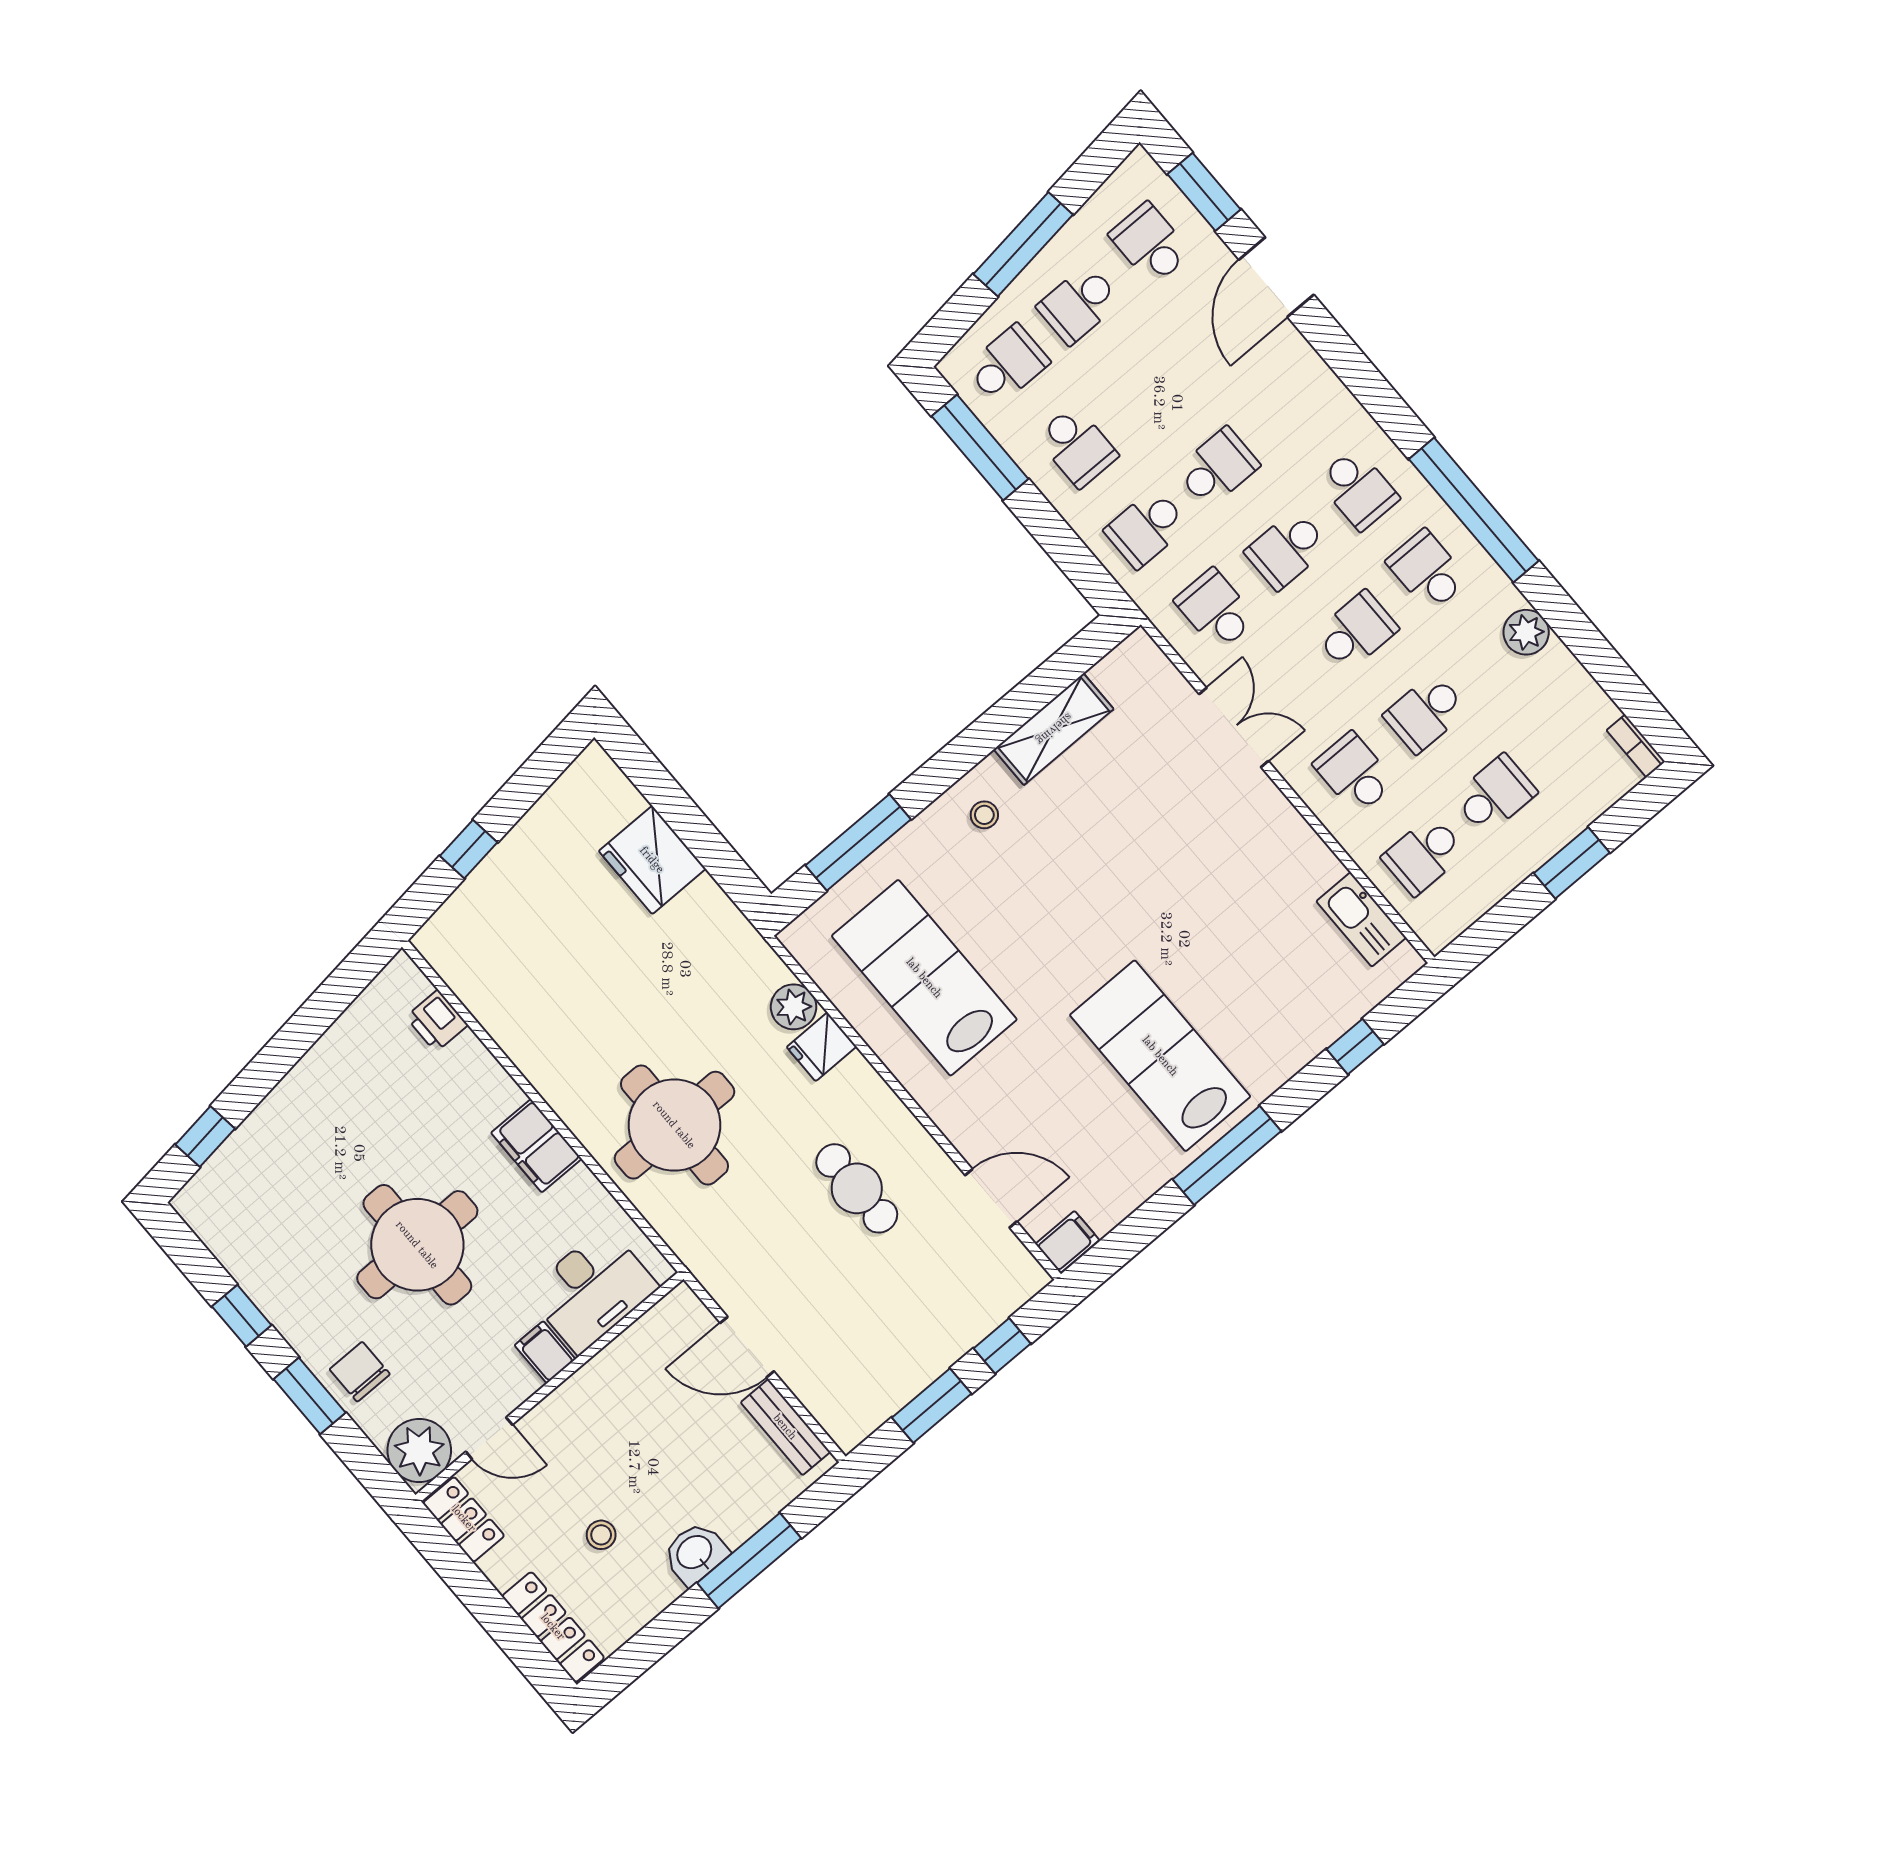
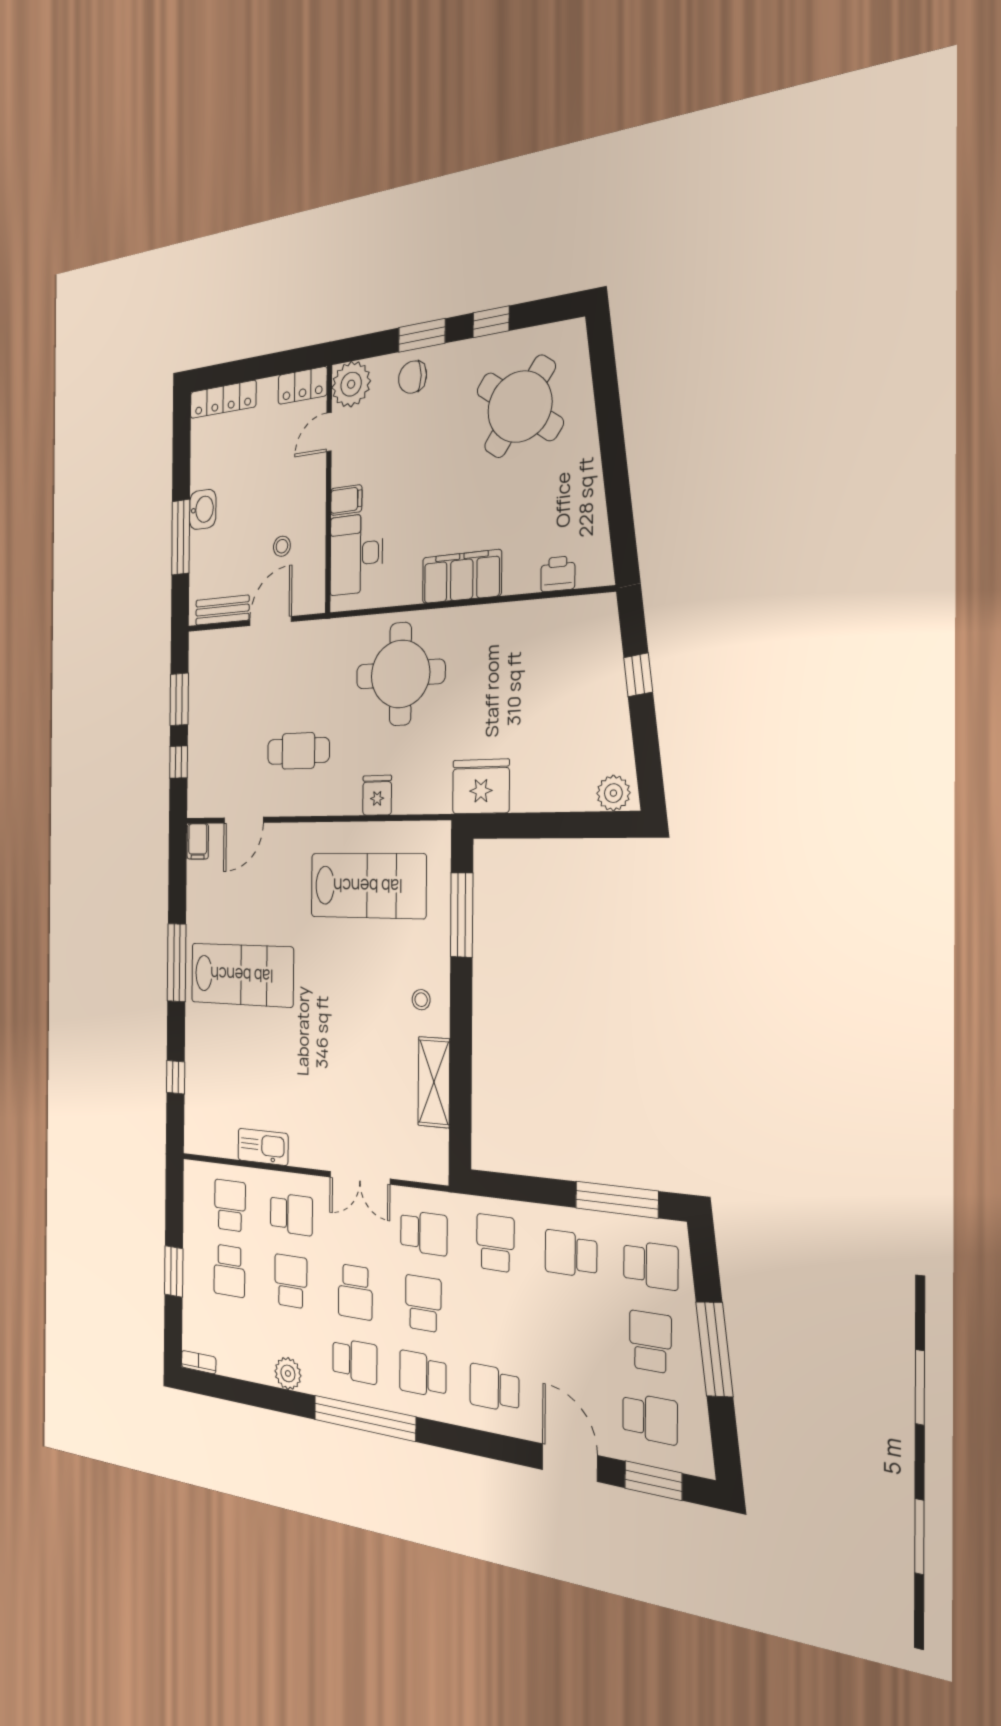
school desk: (1008, 365) -> (651, 1265), turned -90
school desk: (1218, 468) -> (494, 1388), moved, turned 90
fridge: (652, 860) -> (481, 786), moved
kitchen sink: (1361, 919) -> (263, 1147), moved
plant: (794, 1007) -> (613, 793), moved
window: (205, 1137) -> (604, 369), removed
filing cabinet: (536, 1146) -> (462, 577), width x1.50, depth x1.17
round table: (417, 1245) -> (520, 407), moved, turned 36
chair: (360, 1372) -> (413, 377), turned 180
stool: (601, 1535) -> (282, 546), moved

